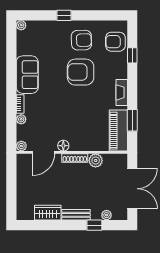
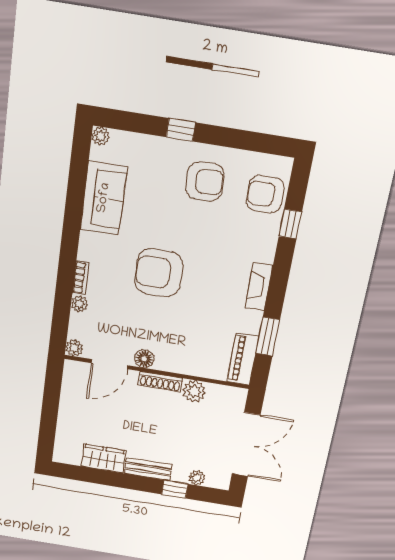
armchair: (81, 72) -> (159, 273), moved
sofa: (27, 75) -> (104, 198), moved
piano: (118, 131) -> (243, 359), width x0.73, depth x0.75

